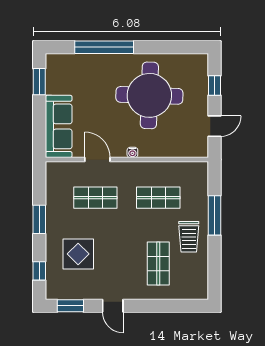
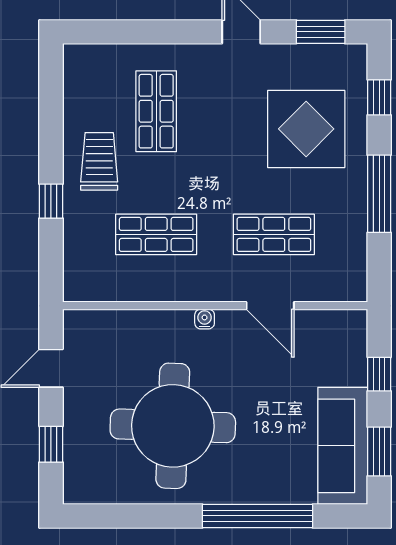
window: (39, 123) -> (379, 374), added
sofa: (59, 126) -> (343, 446), moved
window: (214, 215) -> (51, 201), width x0.46
window: (39, 219) -> (379, 194), width x1.44
display table: (78, 254) -> (306, 129), width x1.36, depth x1.36

